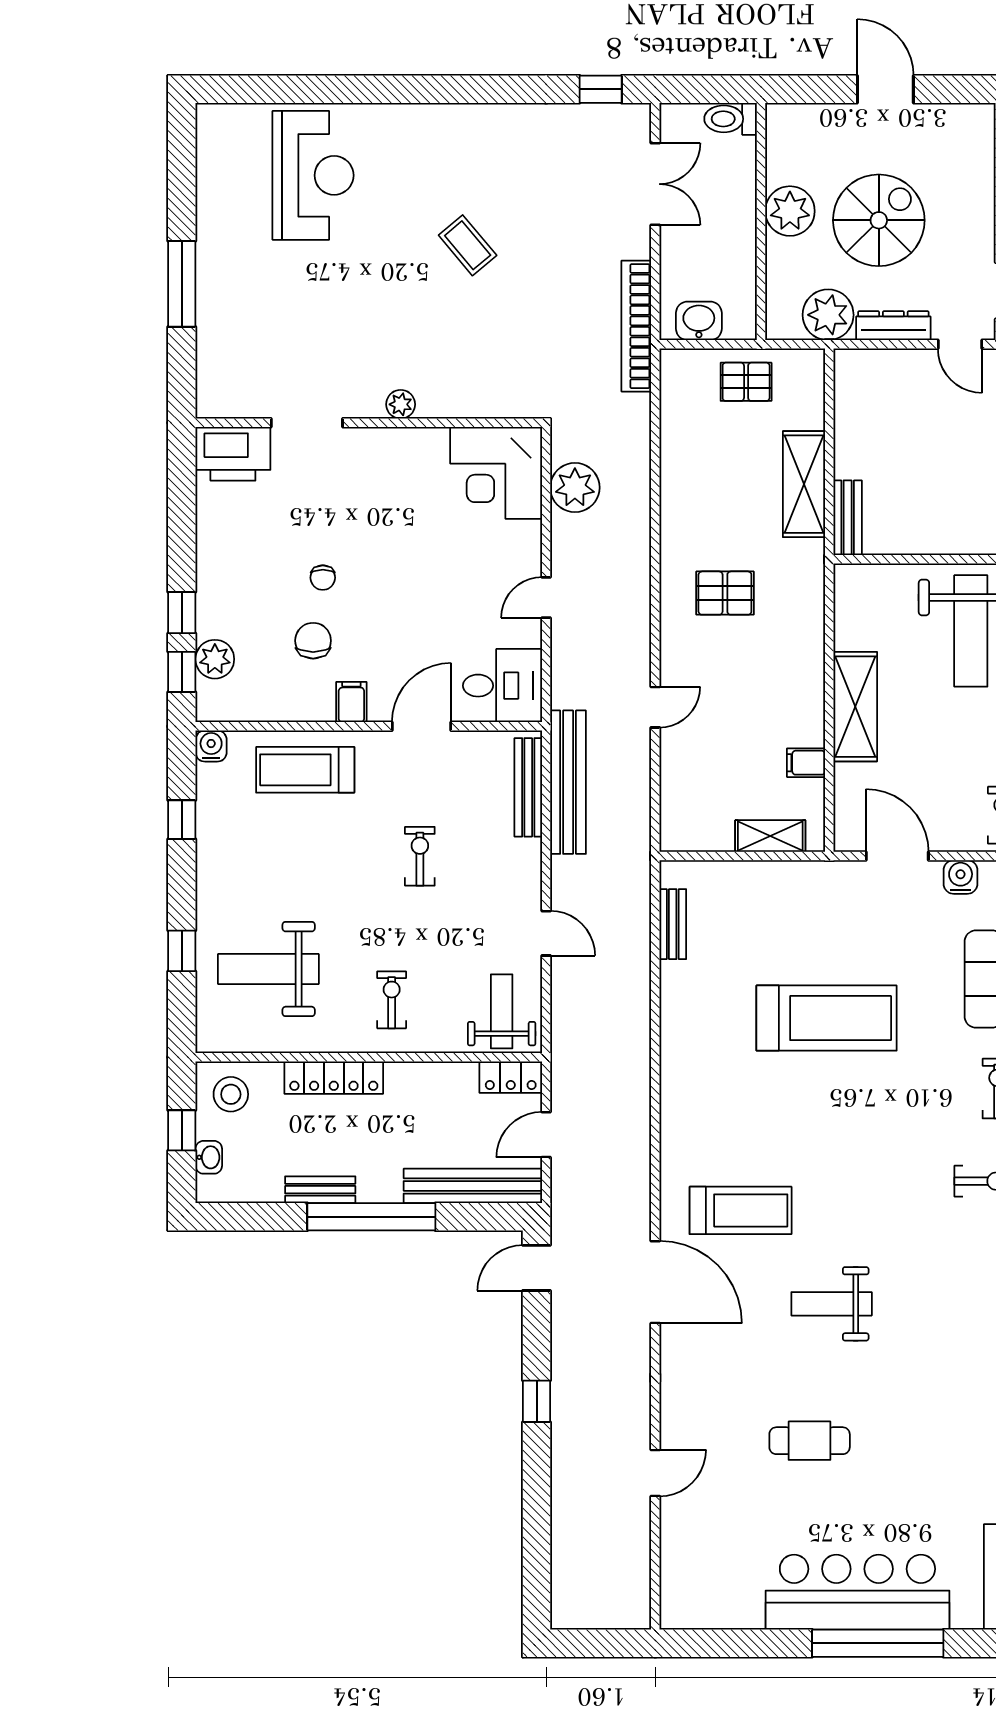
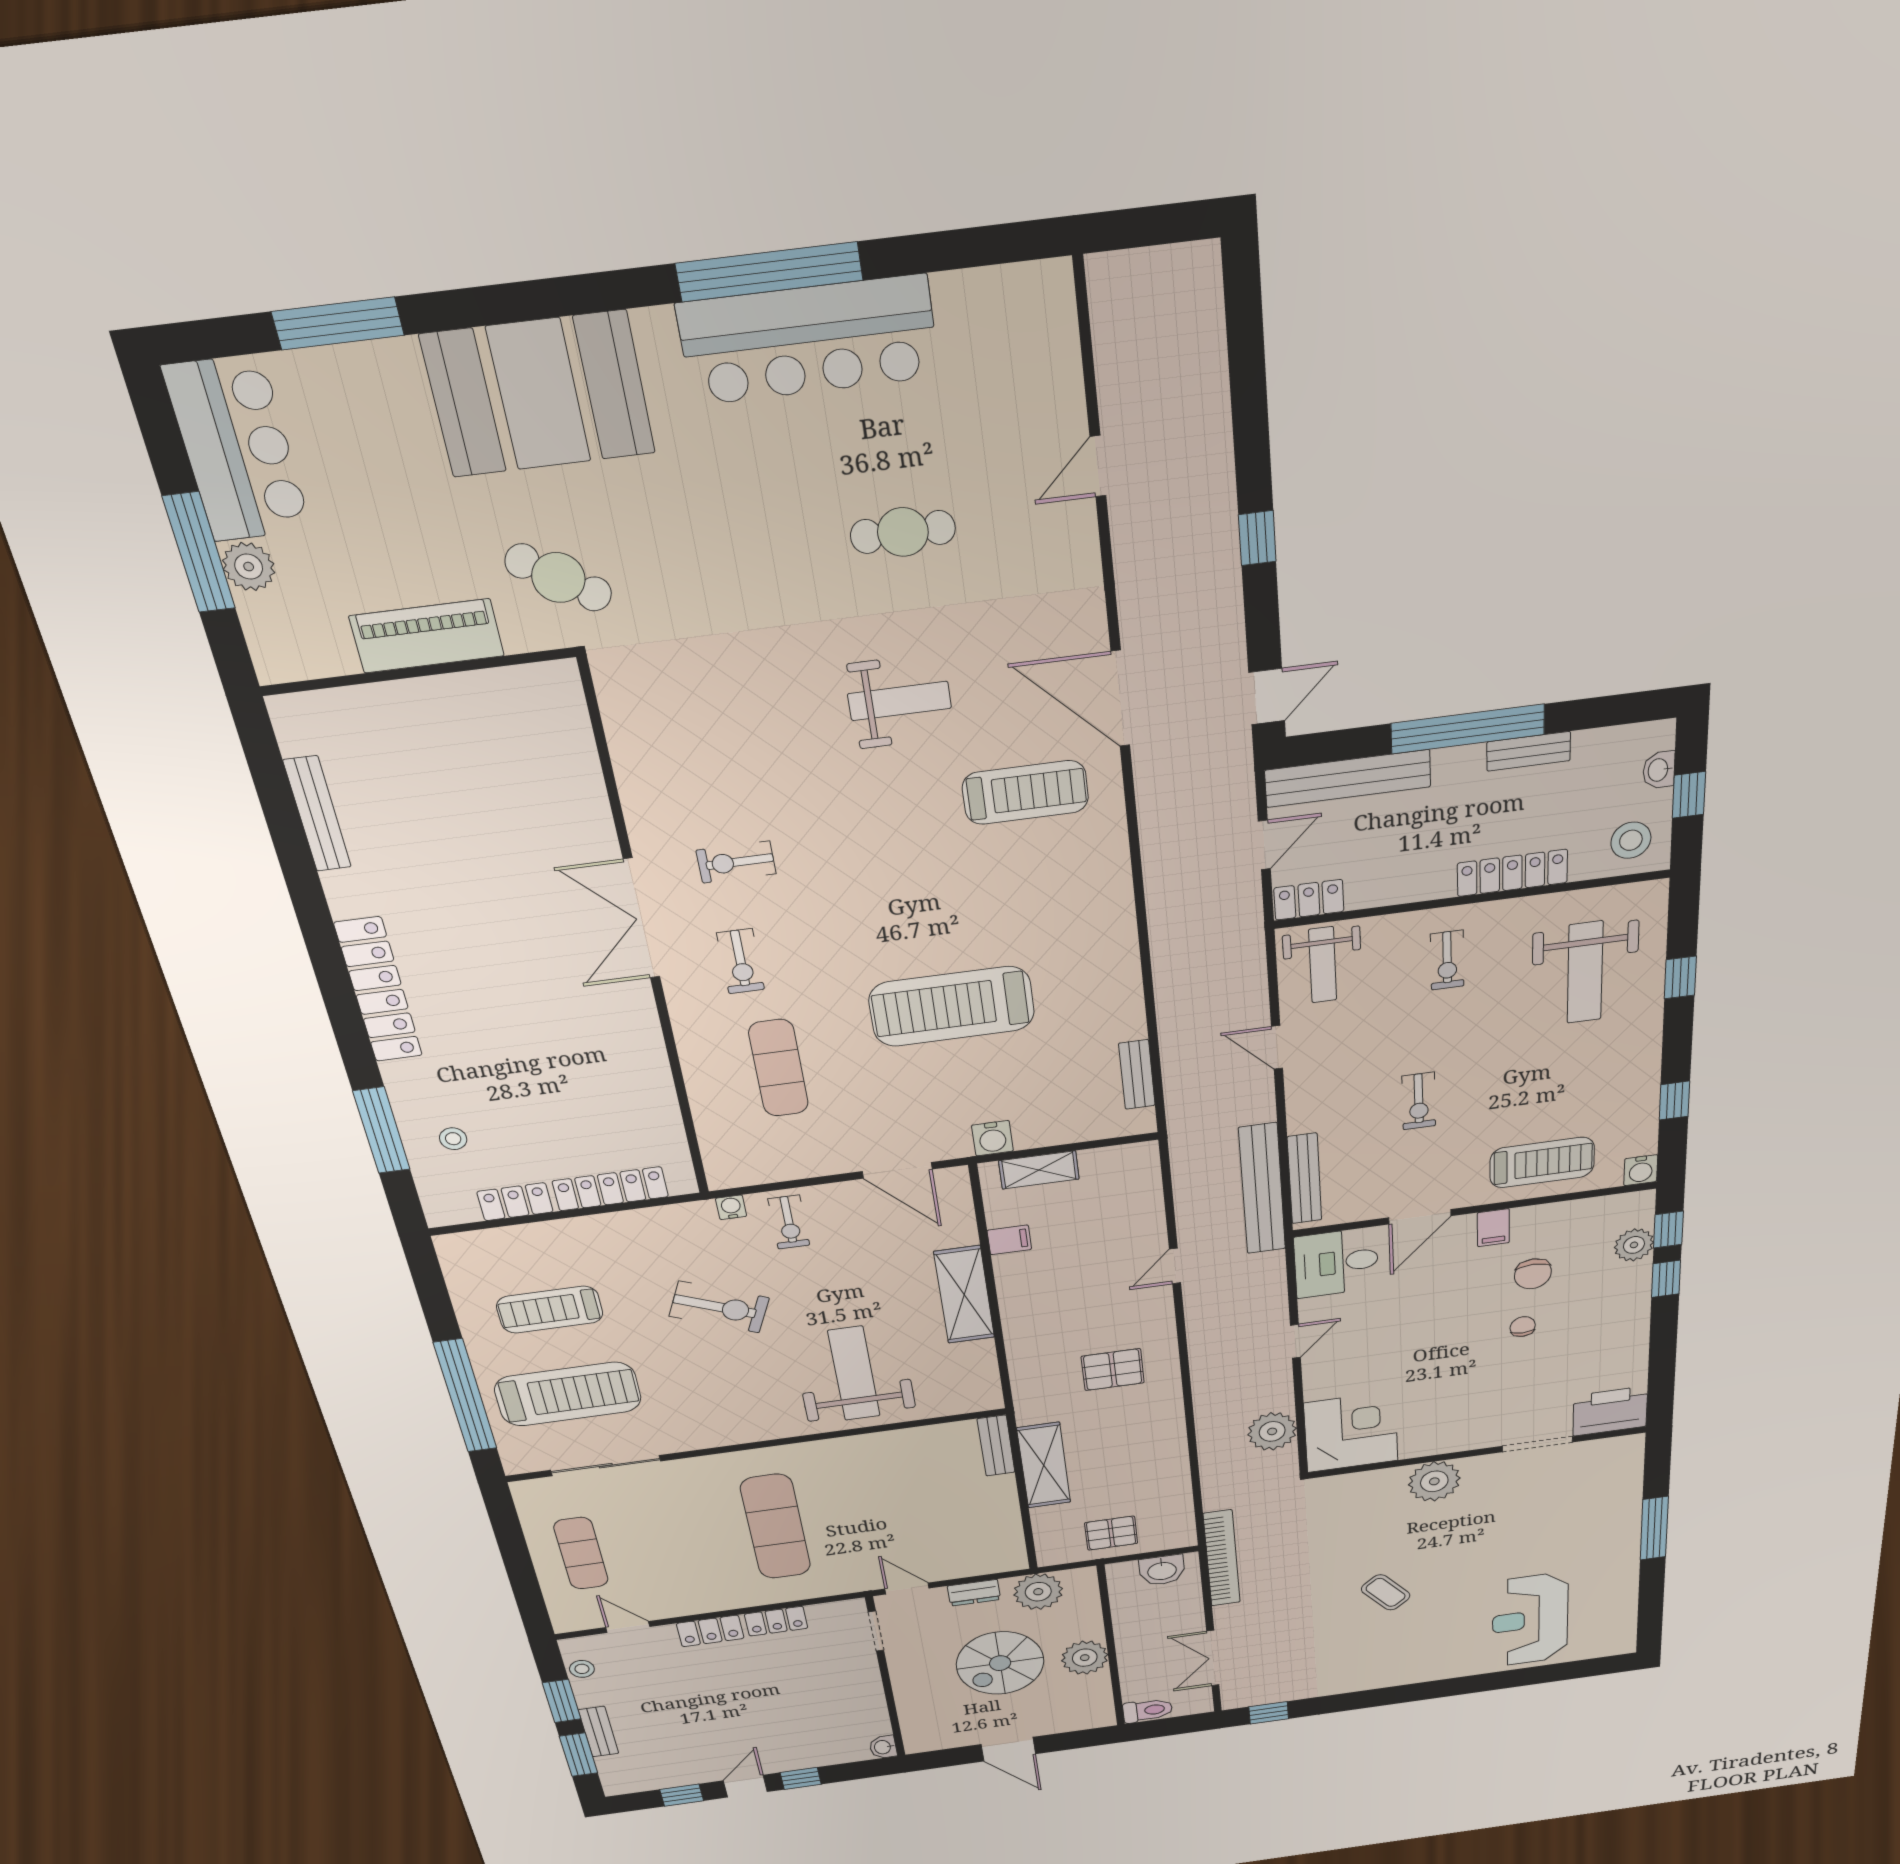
dresser: (893, 326) -> (974, 1593), width x0.70
plant: (401, 404) -> (1434, 1481), width x1.88, depth x1.88
water cooler: (961, 877) -> (993, 1138), moved
weight bench: (268, 969) -> (1585, 972), turned 90
treadmill: (741, 1210) -> (1025, 792), turned 180

